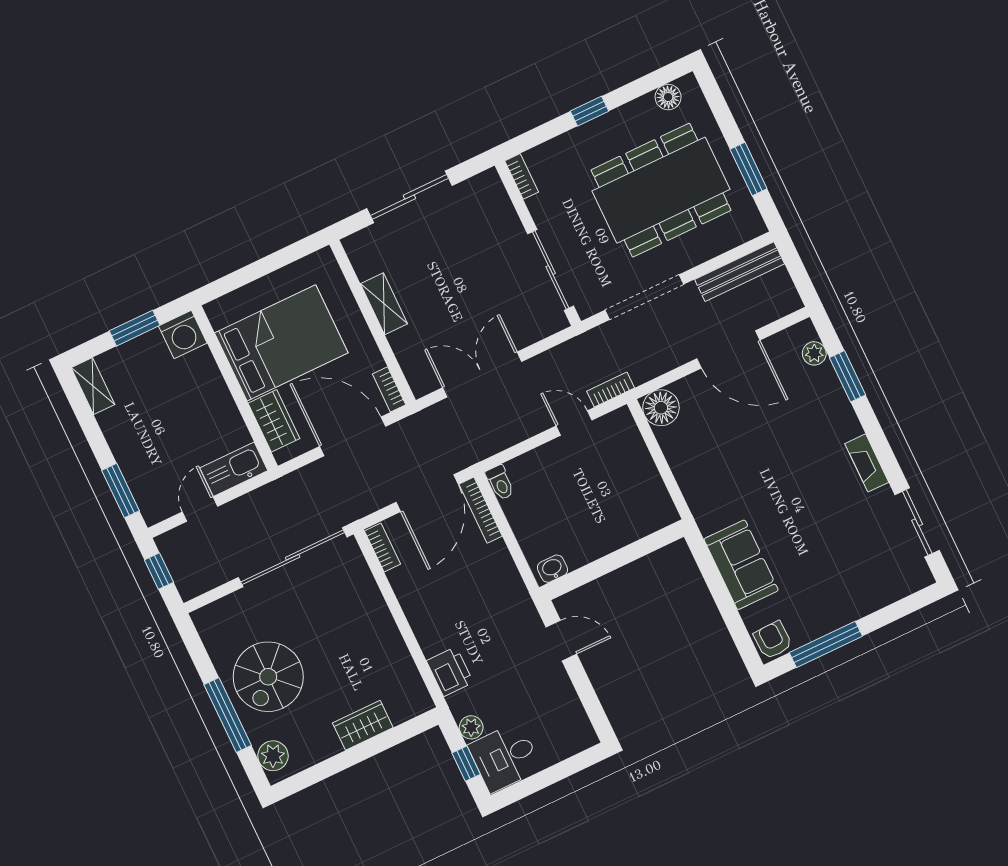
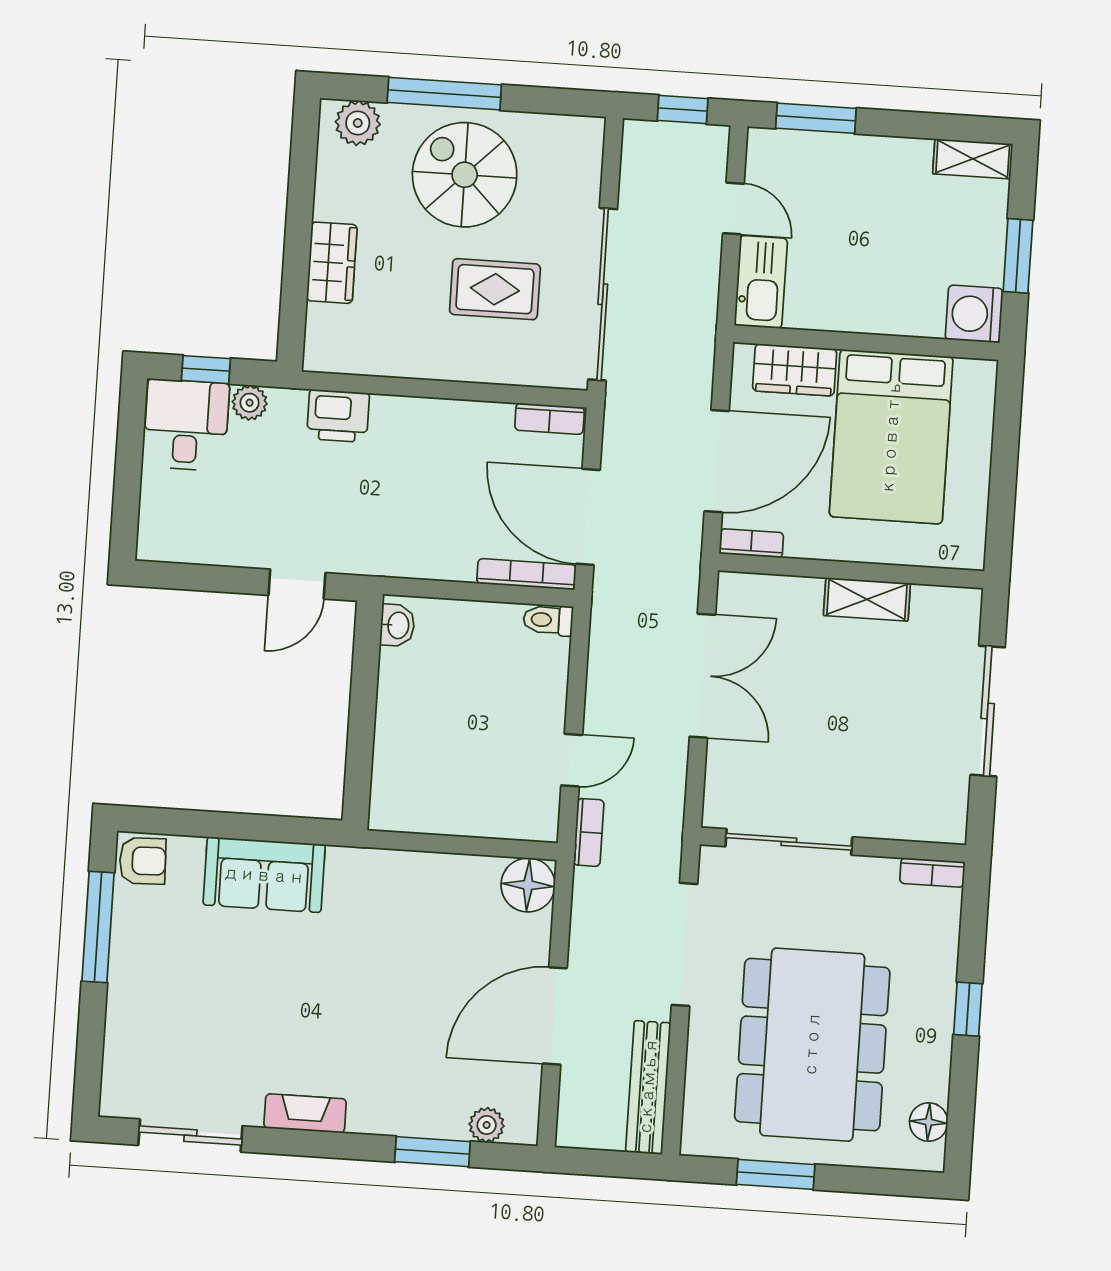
rug: (325, 622) -> (495, 289), added

